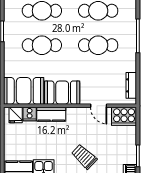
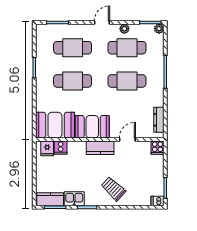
door: (99, 106) -> (127, 139), swing flipped
kitchen counter: (51, 114) -> (100, 148), moved
cooker: (124, 116) -> (158, 148), width x0.53, depth x0.76

